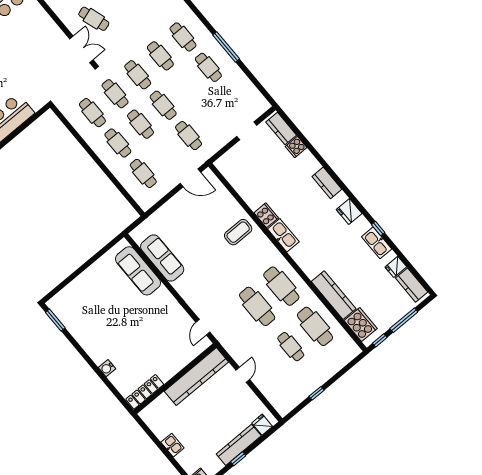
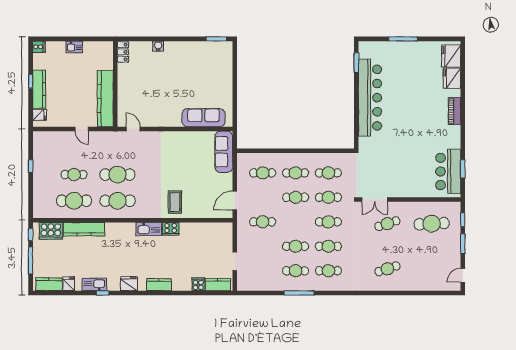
cafe table: (163, 105) -> (296, 246), moved
sofa: (162, 258) -> (224, 152), moved, turned 90
locker: (145, 392) -> (123, 52), width x0.66

